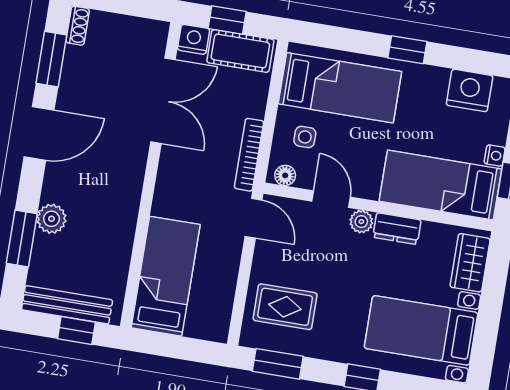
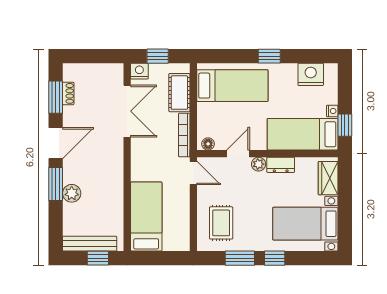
shoe rack: (78, 26) -> (68, 93), moved
cot: (240, 51) -> (179, 93), moved, turned 90
side table: (305, 137) -> (216, 119), removed
door: (331, 199) -> (238, 154), hinge flipped
window: (22, 238) -> (56, 184), moved
rug: (285, 307) -> (221, 223), turned 90
window: (278, 364) -> (240, 258), moved

